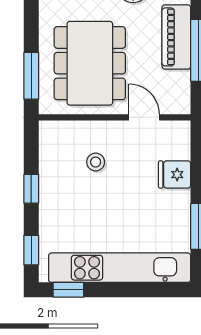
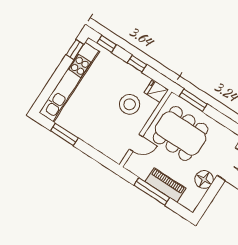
stool: (96, 162) -> (130, 104), width x1.89, depth x1.89
fridge: (175, 175) -> (156, 91), moved, turned -90

